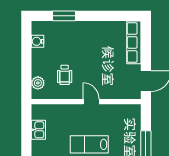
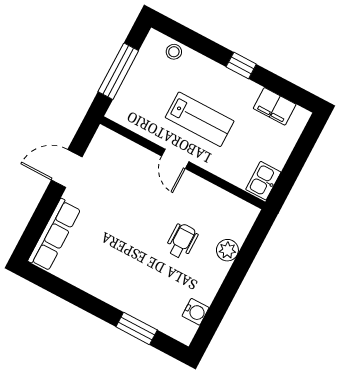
wall: (86, 102) -> (183, 163), moved
door: (91, 102) -> (175, 159), moved

